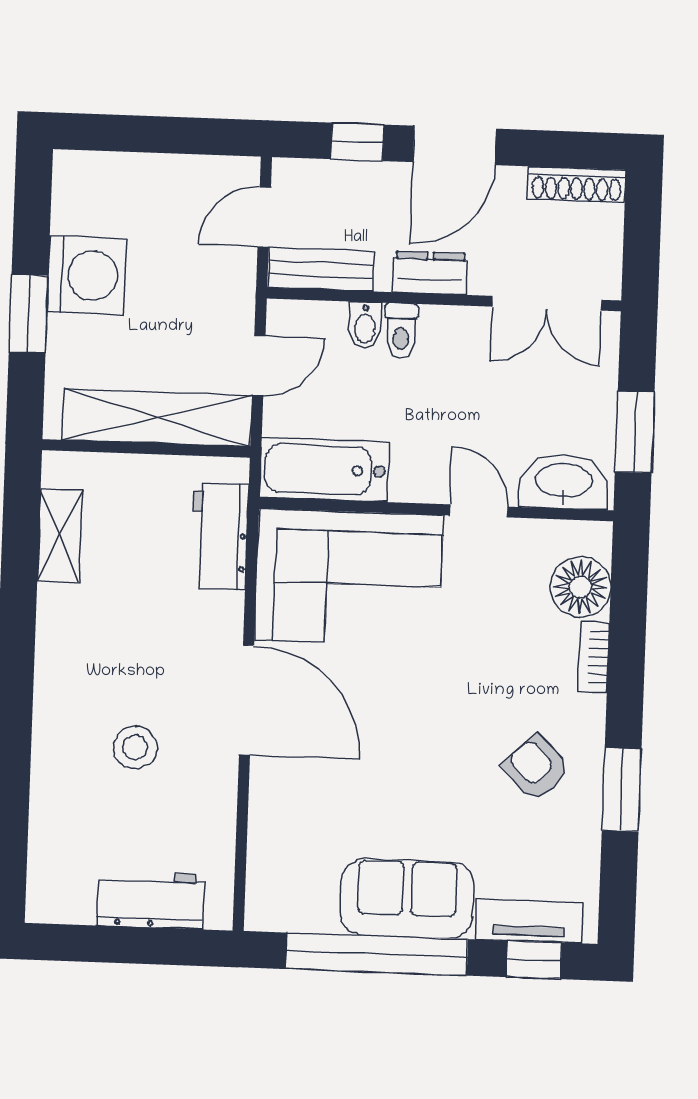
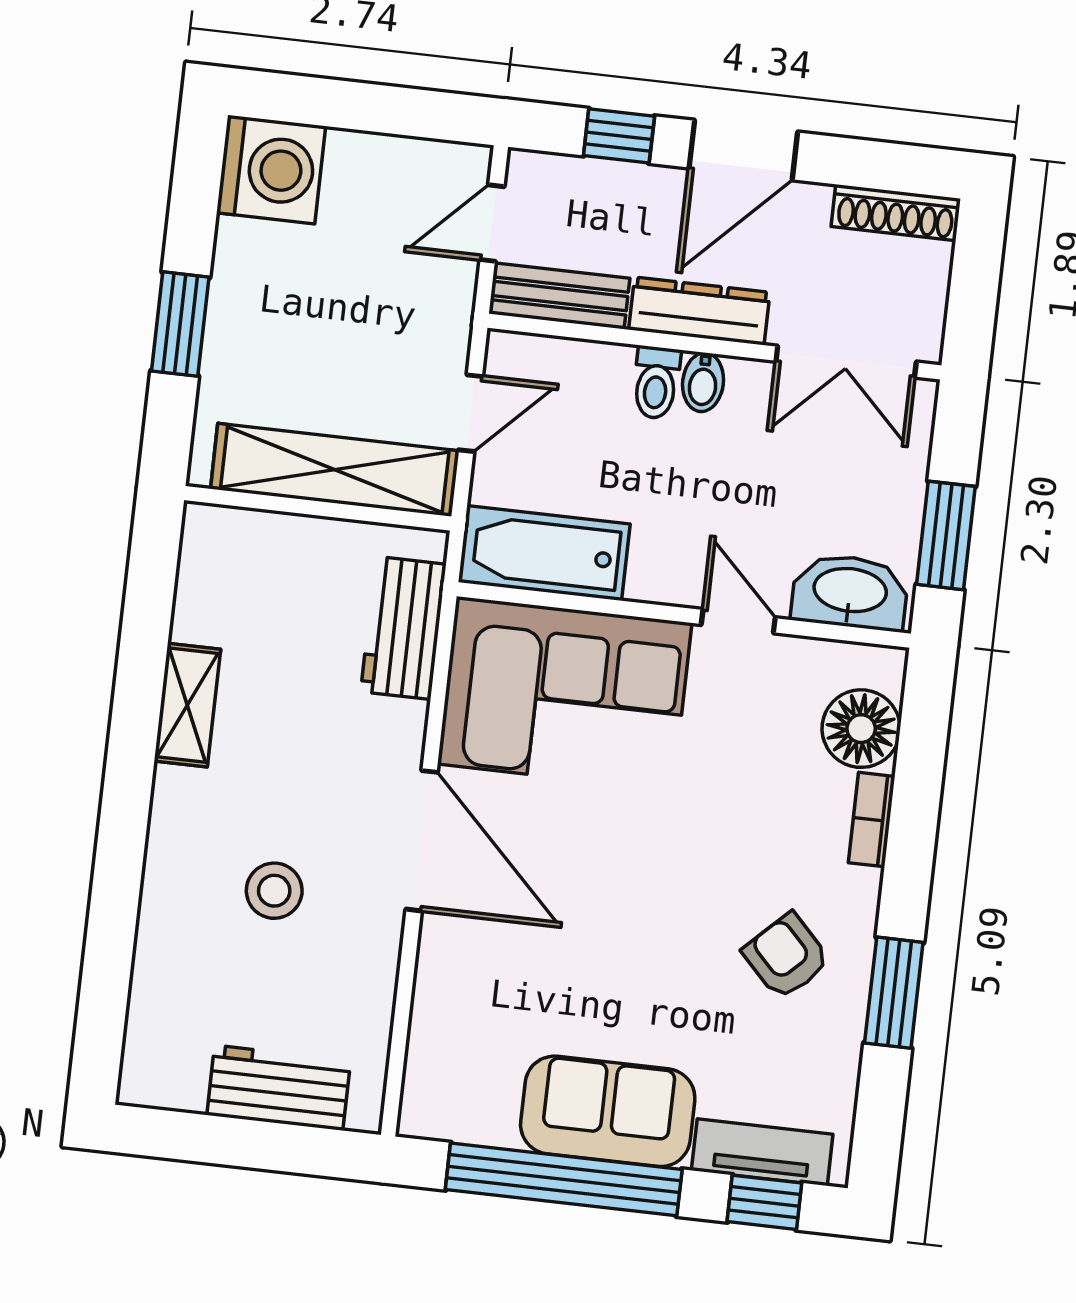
dresser: (430, 273) -> (699, 311), width x1.44
washing machine: (87, 275) -> (271, 170), moved
bidet: (365, 325) -> (703, 382), moved
shelving: (59, 536) -> (187, 705), moved

